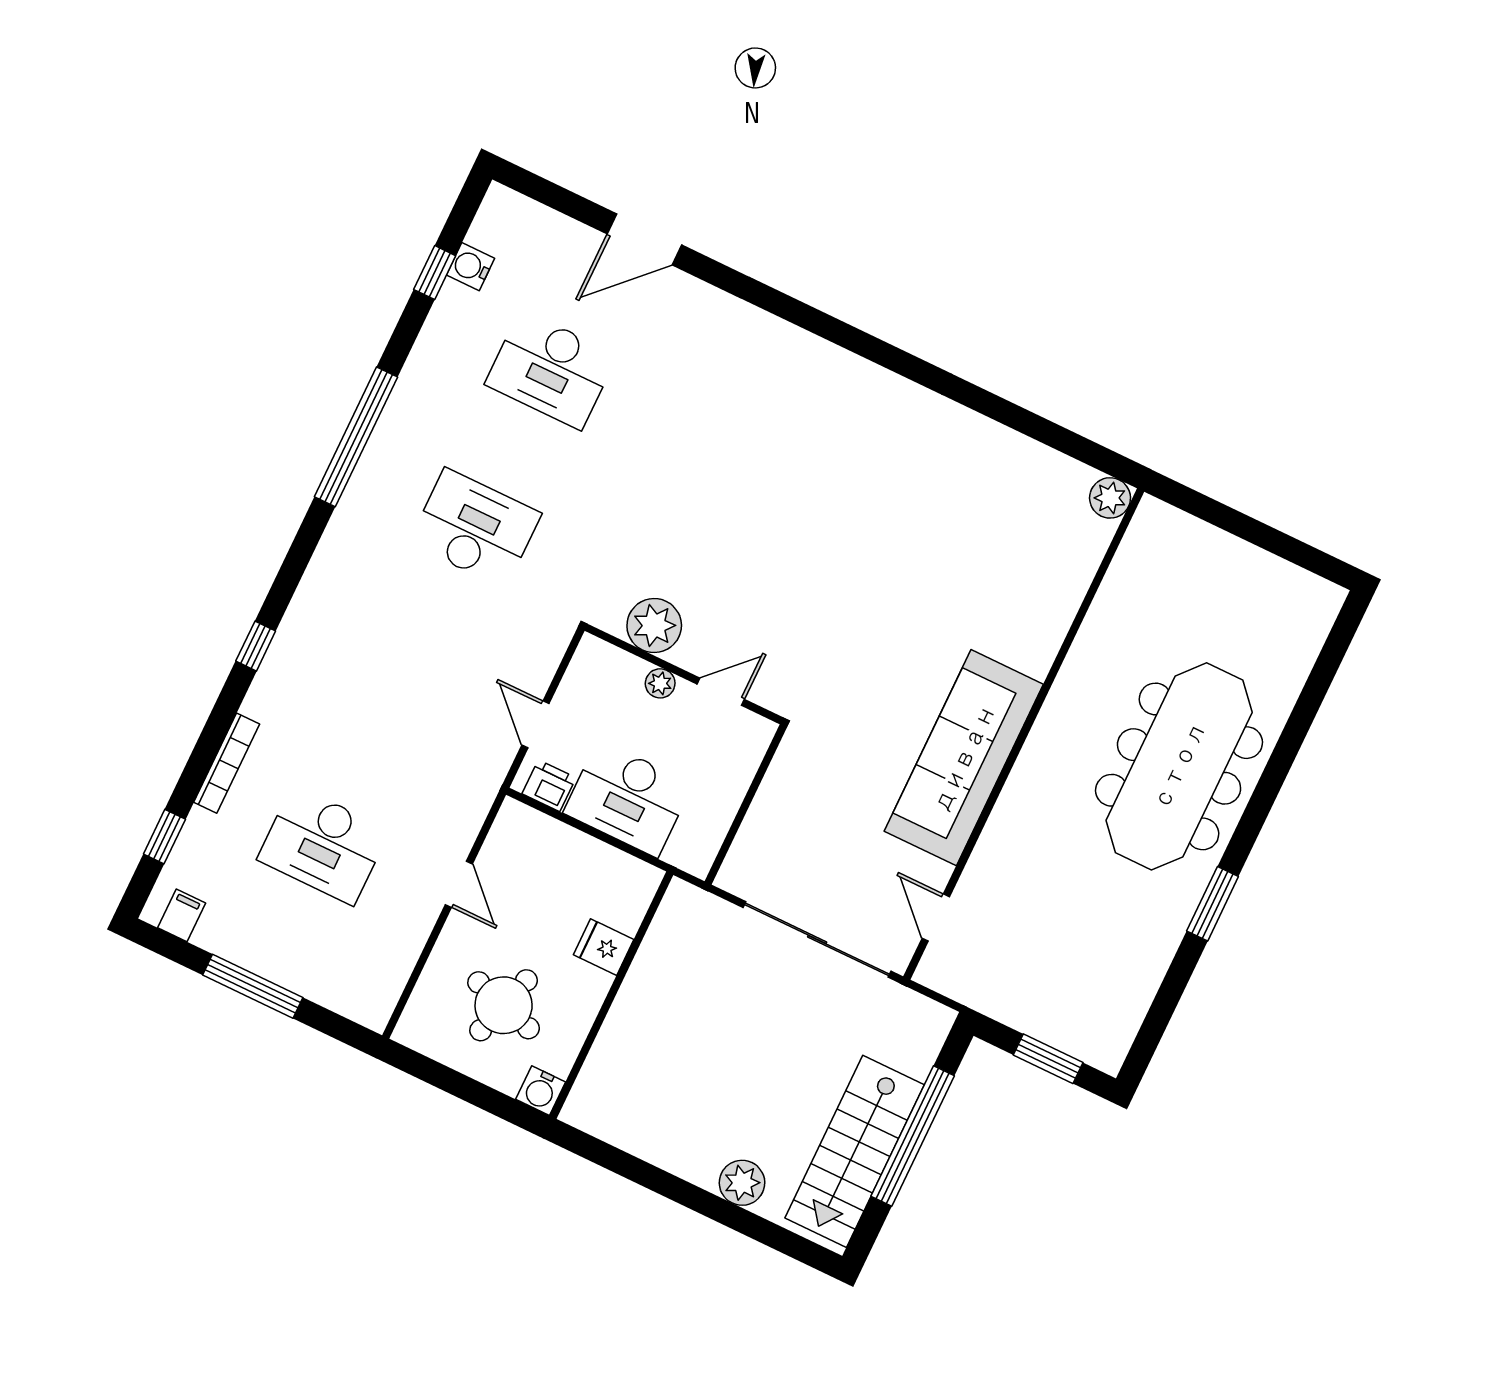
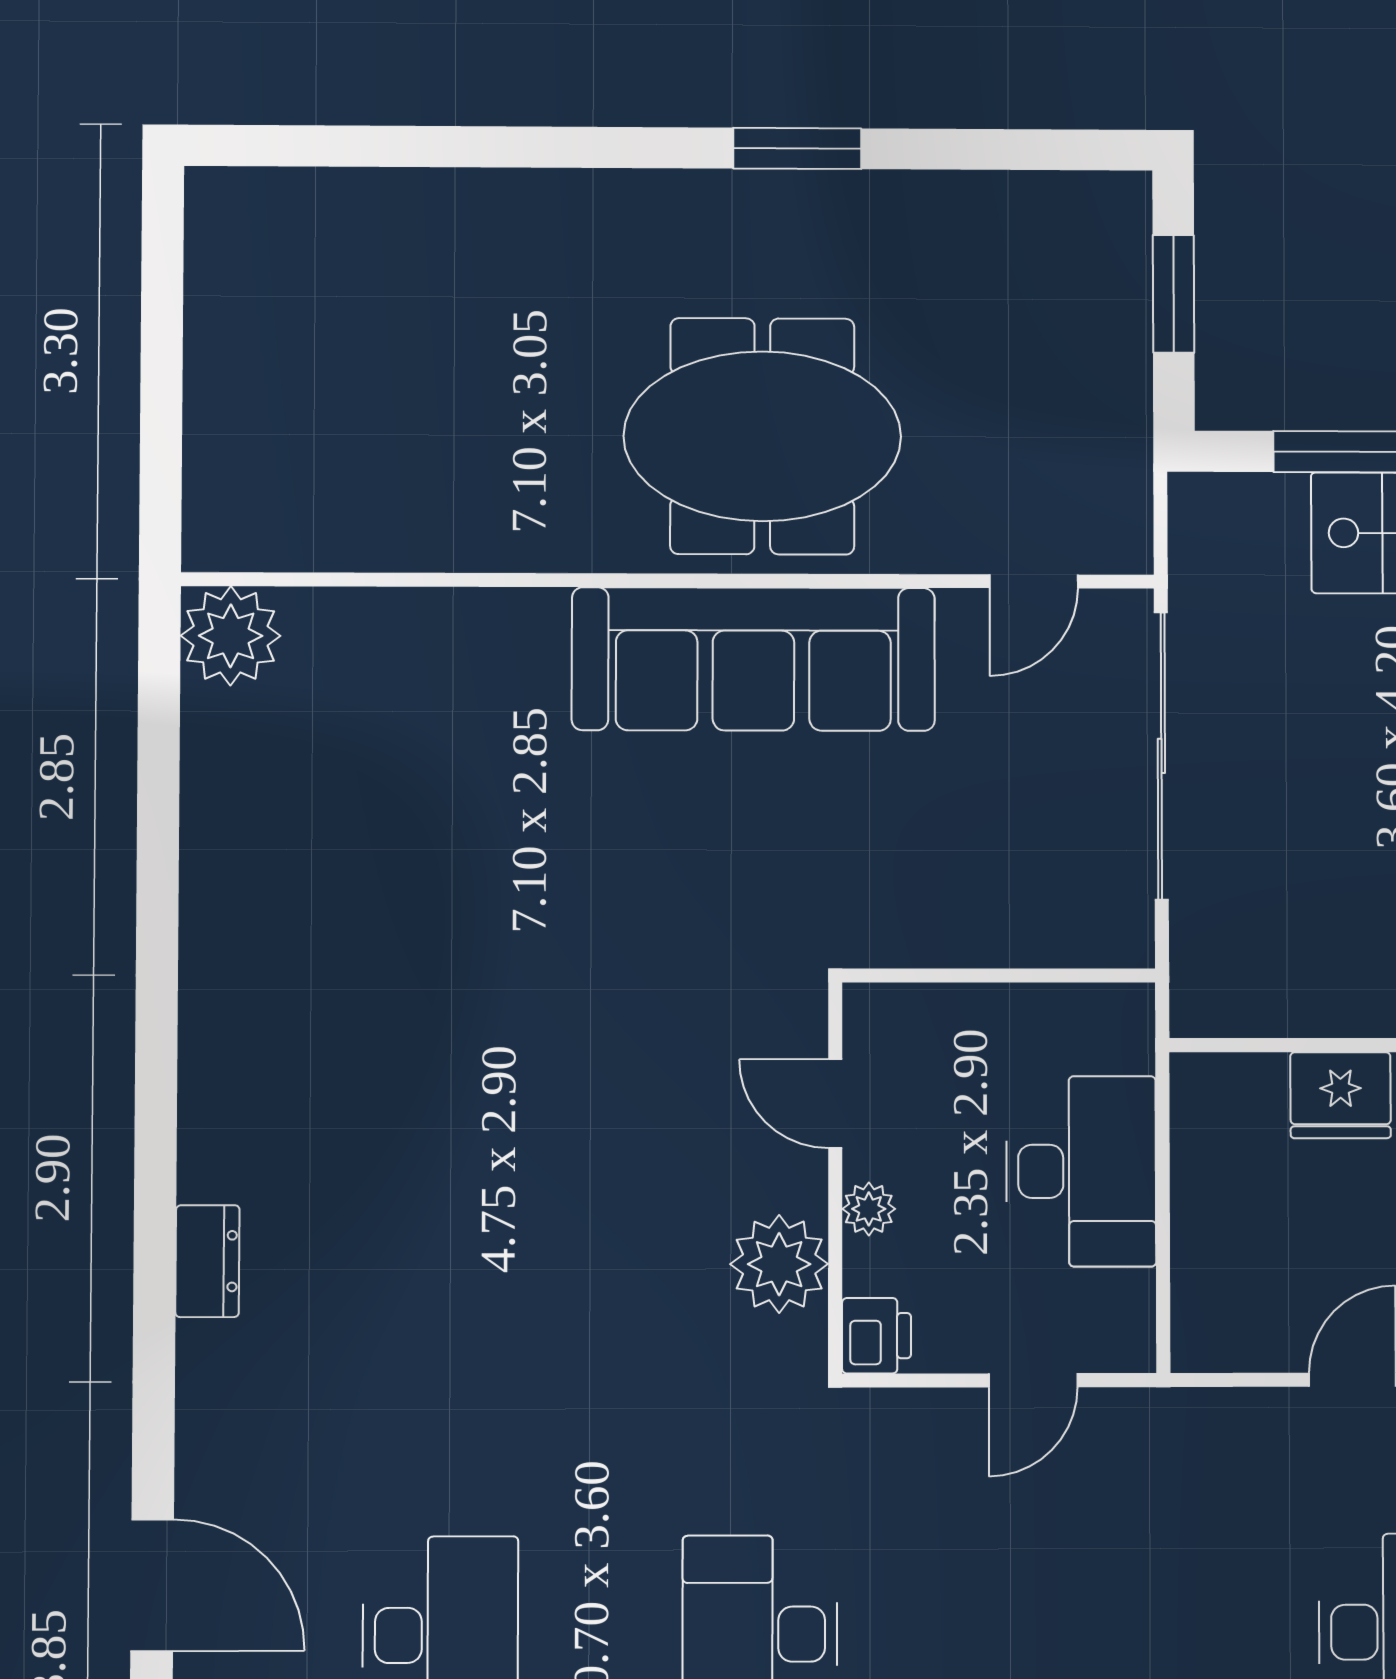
dresser: (792, 342) -> (207, 1261), added
plant: (1110, 498) -> (231, 636), width x1.36, depth x1.36
meeting table: (1179, 766) -> (762, 436), moved, width x0.73
printer: (549, 786) -> (877, 1336), moved, turned 180
fridge: (604, 947) -> (1341, 1095), width x1.38

